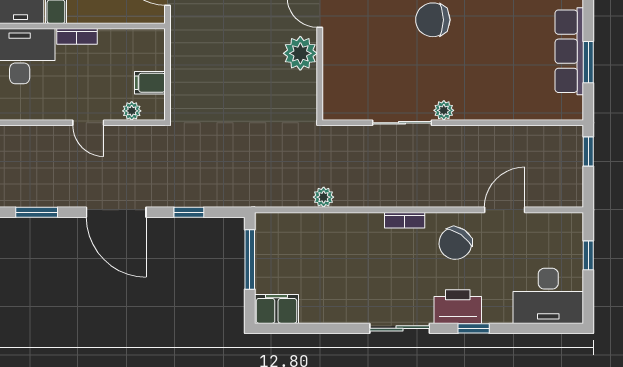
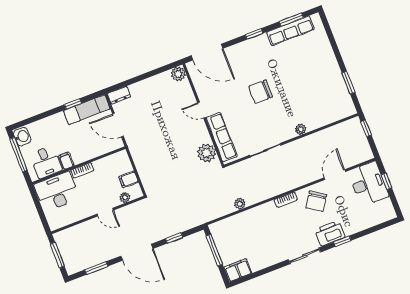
row of seats: (569, 51) -> (222, 137), moved, turned 180
plant: (300, 53) -> (207, 153), moved
plant: (444, 110) -> (301, 129), moved
desk: (548, 296) -> (368, 184), moved, turned -90

